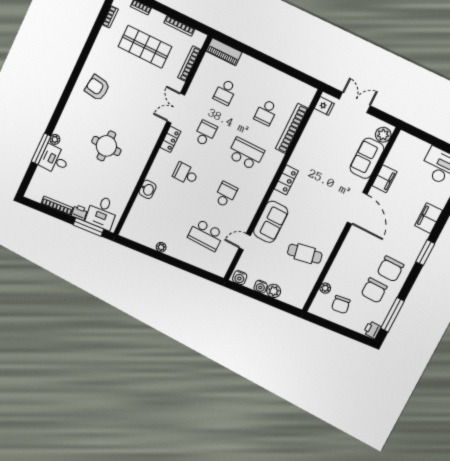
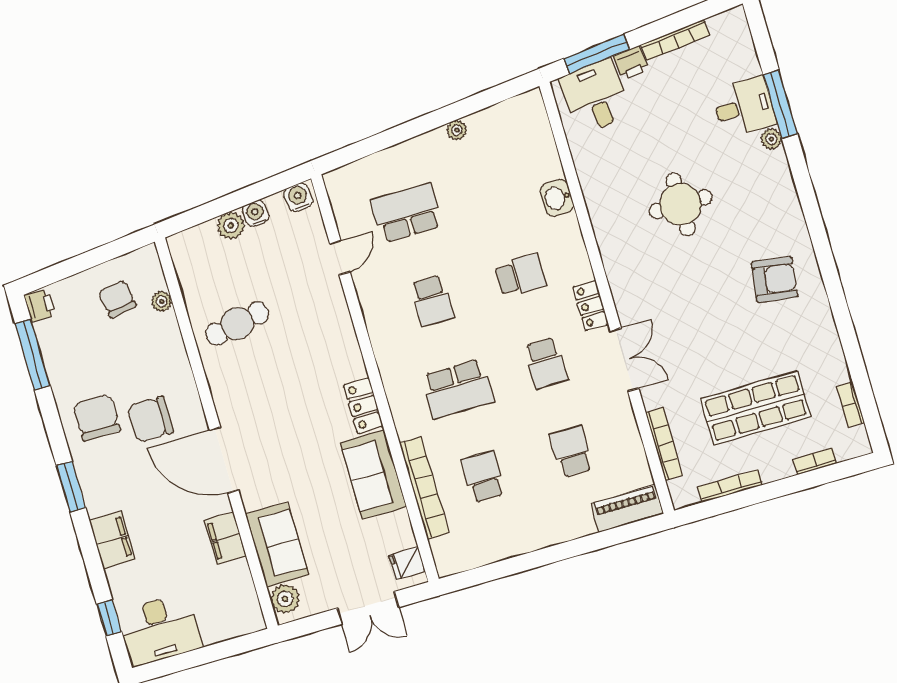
sofa: (271, 222) -> (373, 475), moved
chair: (374, 290) -> (150, 419), moved, turned -90

